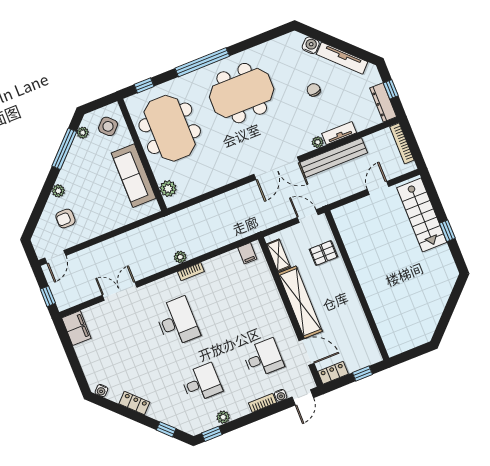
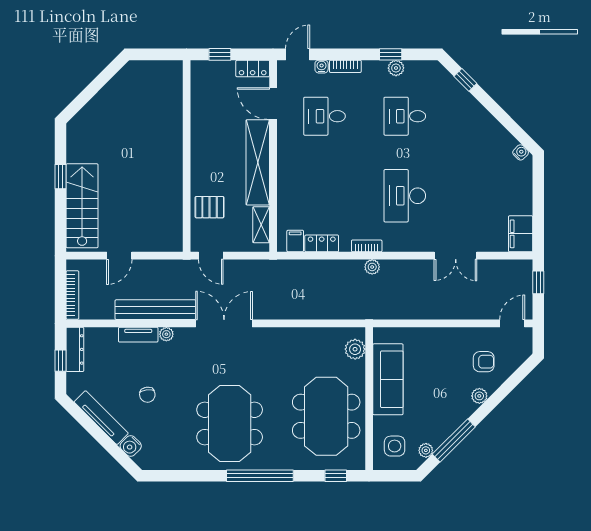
meeting table: (242, 93) -> (230, 423), turned 90
side table: (108, 126) -> (395, 446), turned 45
locker: (134, 403) -> (322, 243), moved, turned 135
window: (212, 434) -> (391, 54), moved

